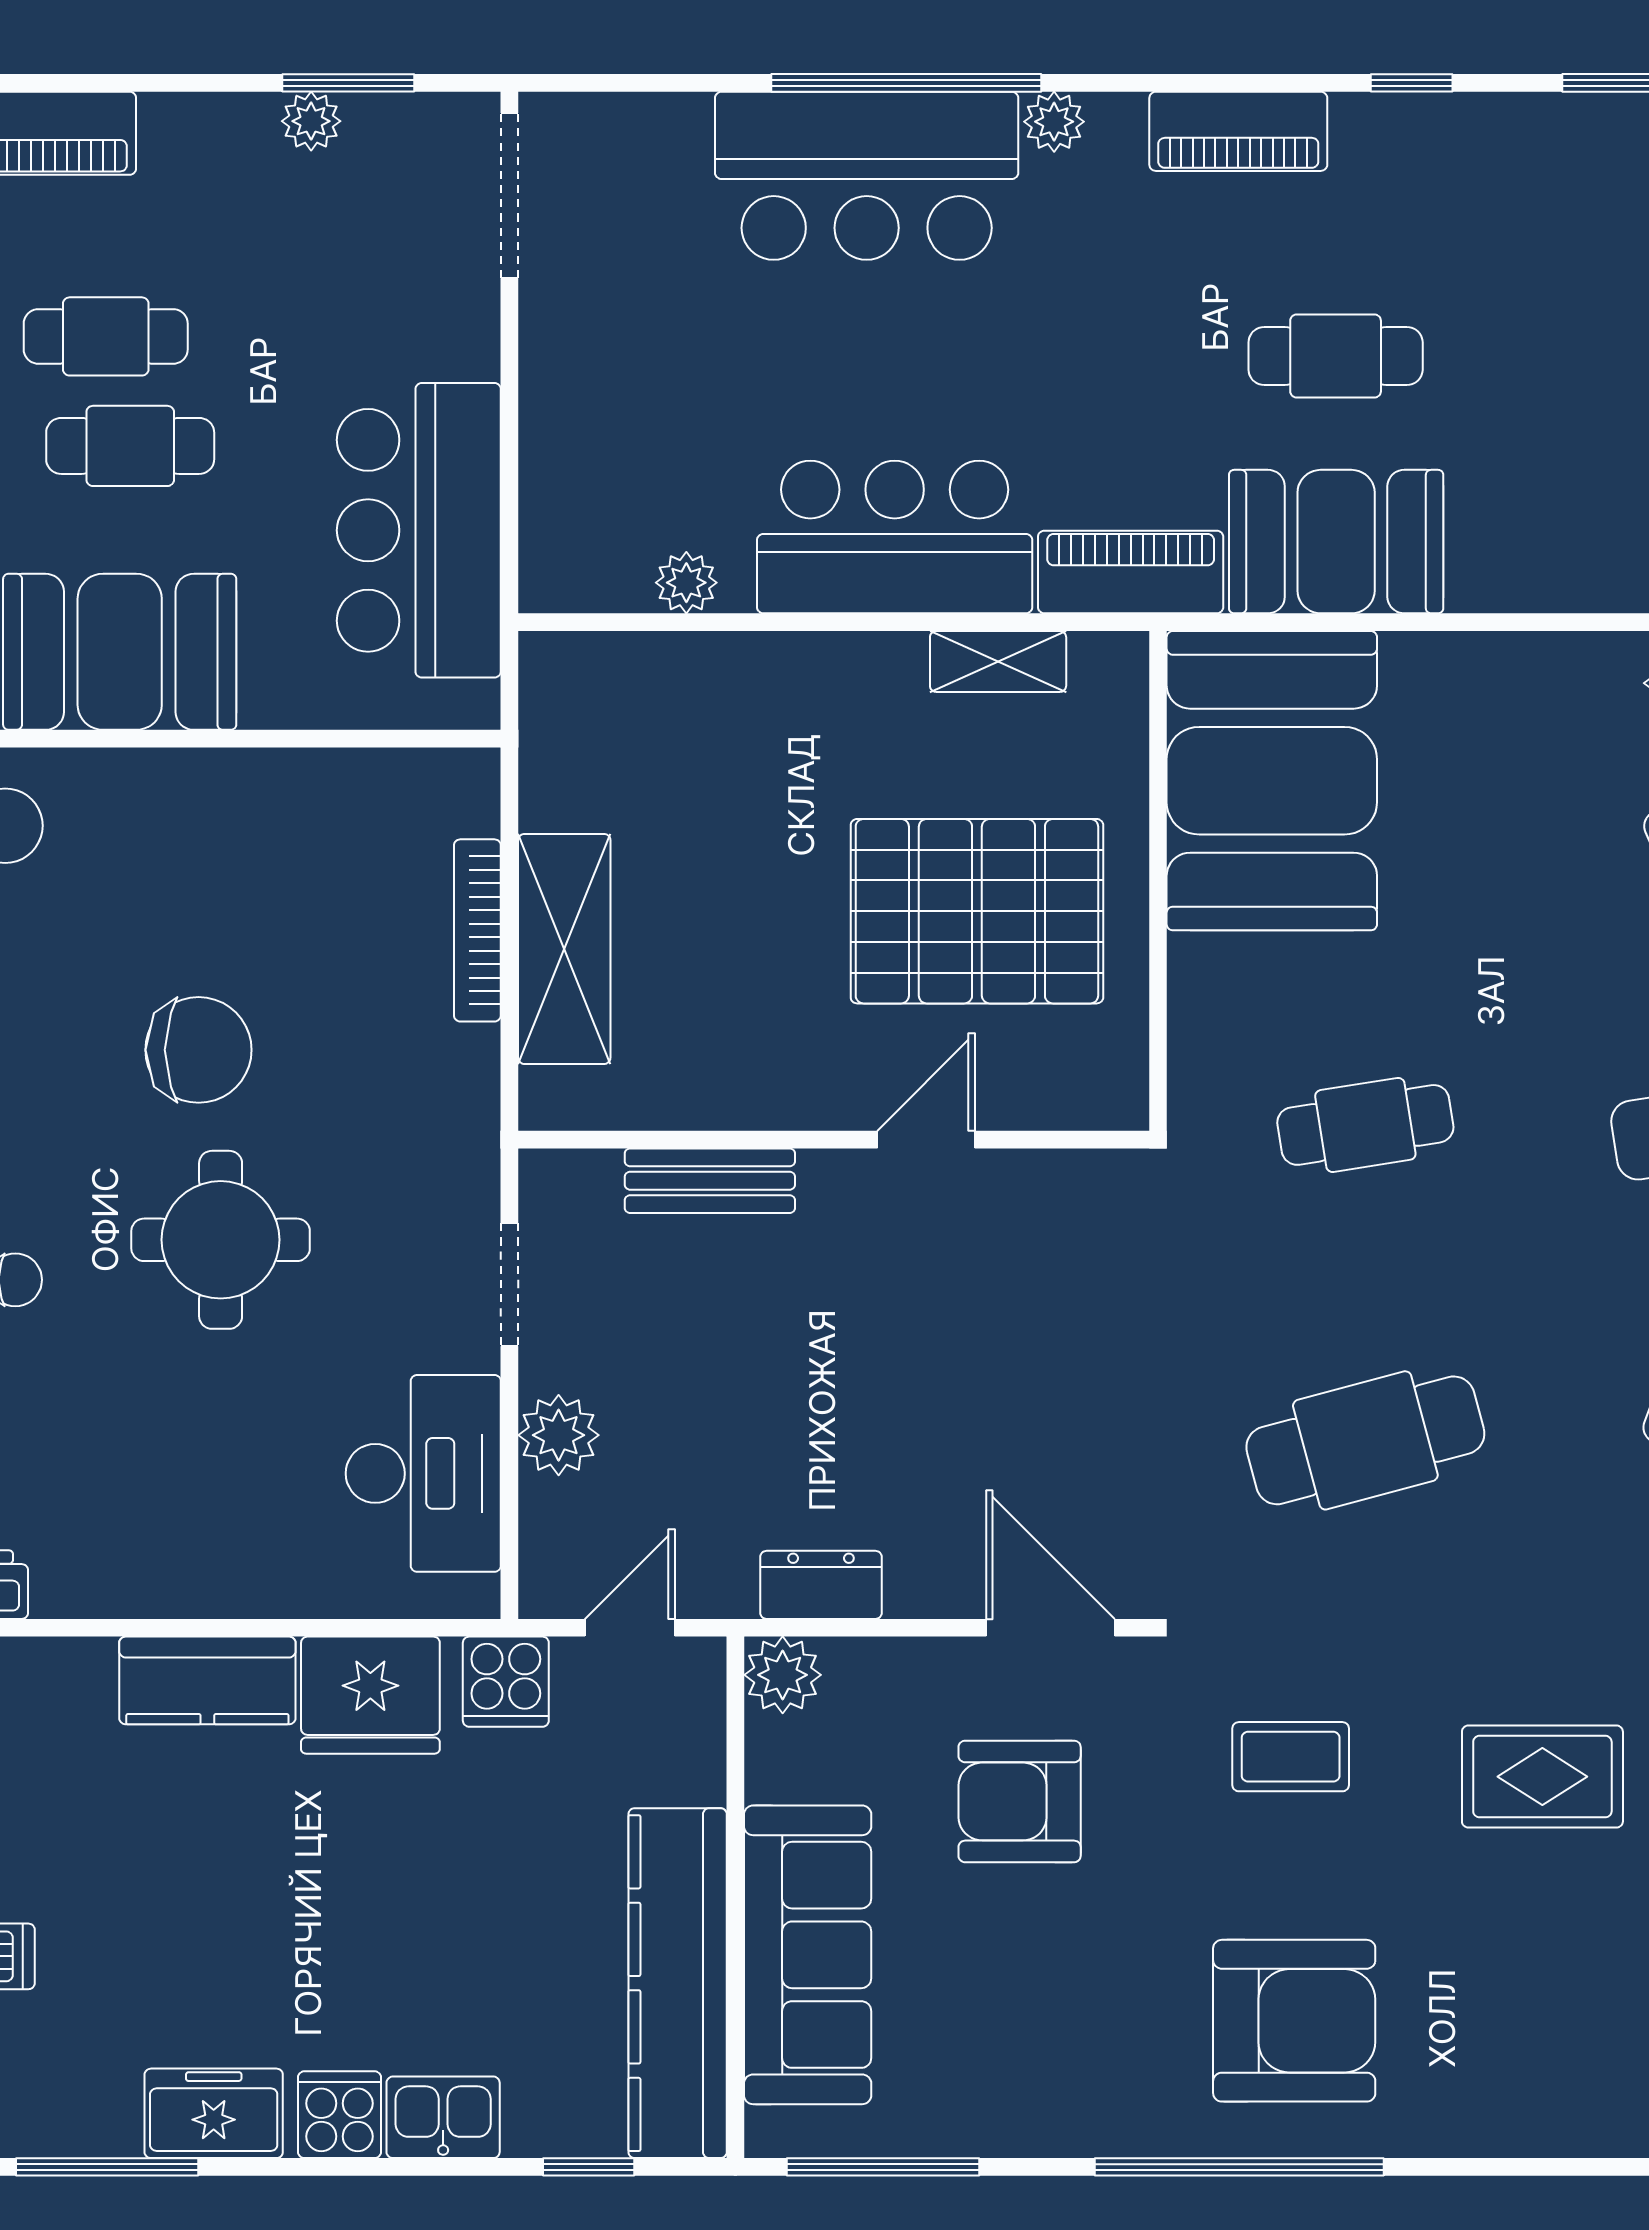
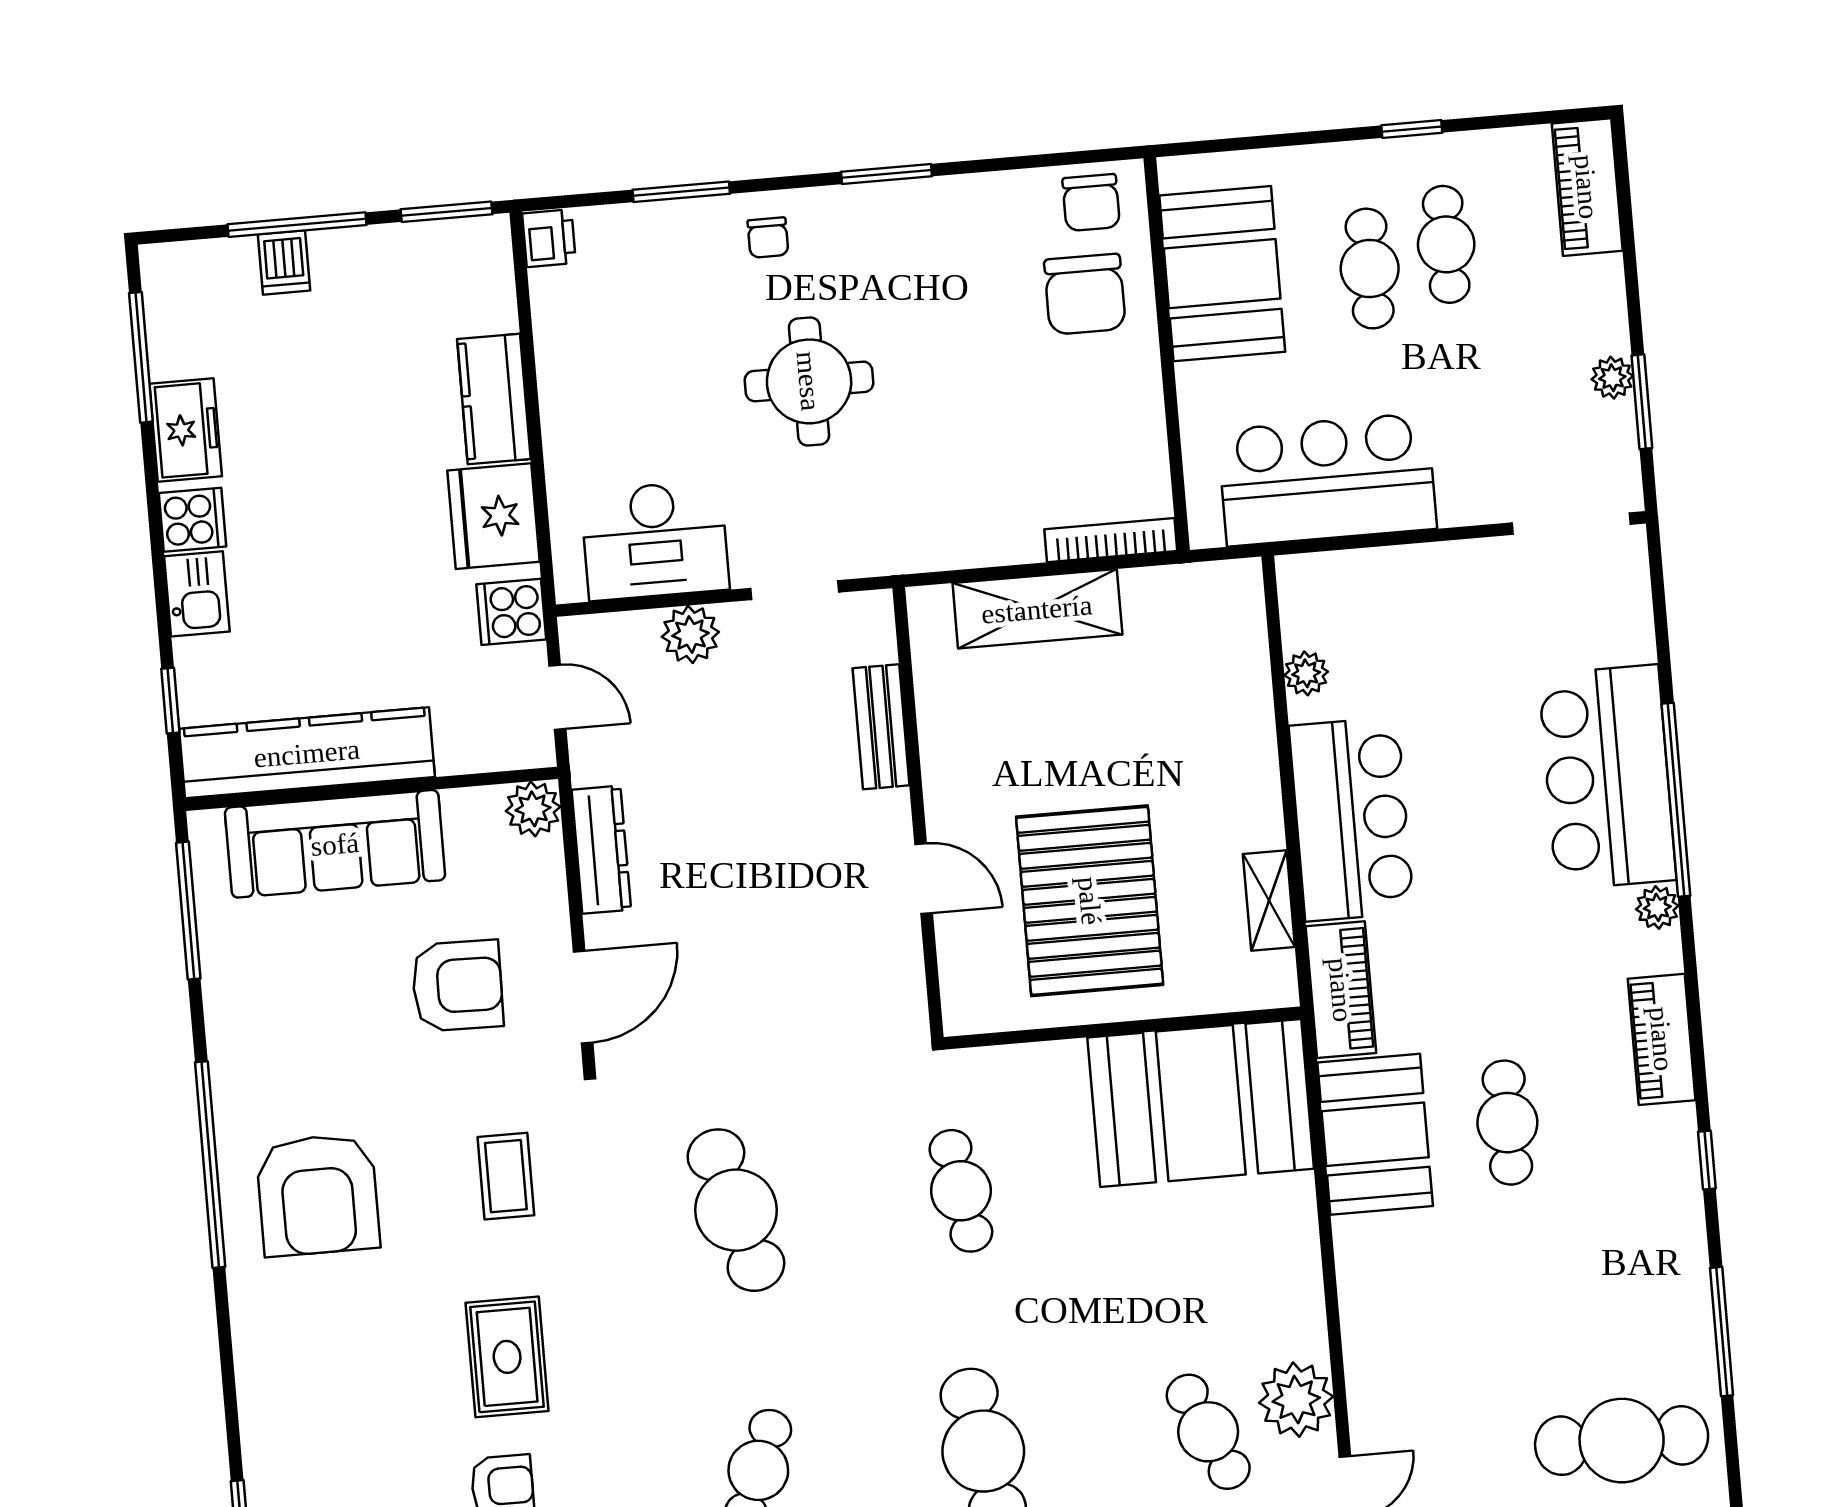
bookcase: (477, 930) -> (1111, 540), moved
chair: (199, 1050) -> (1085, 294), moved
dresser: (821, 1585) -> (601, 850), width x1.44
armchair: (1020, 1801) -> (457, 986), turned 91

